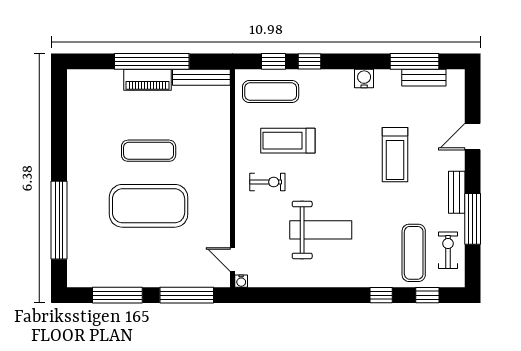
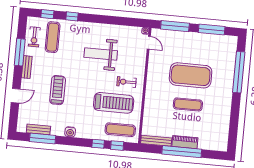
treadmill: (288, 141) -> (114, 103), width x1.37, depth x1.38

